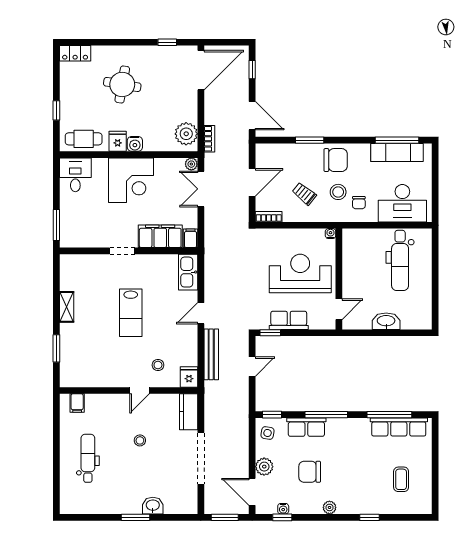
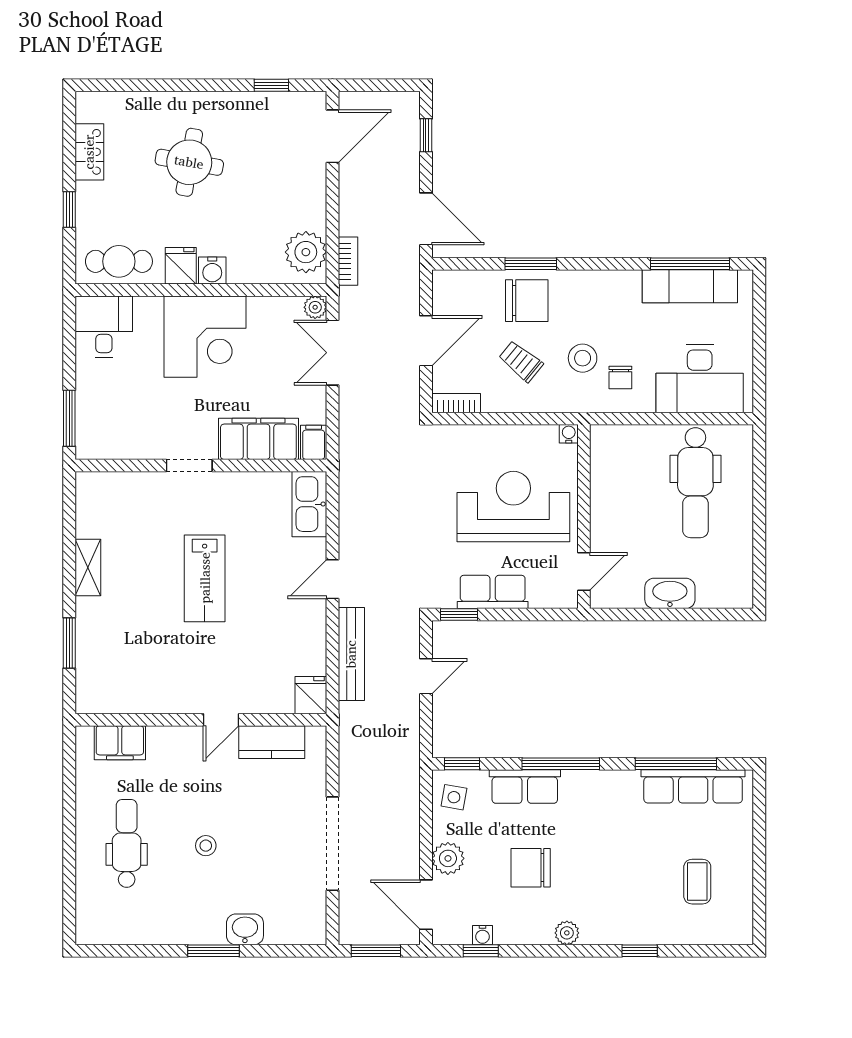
locker: (75, 53) -> (89, 152), moved, turned -90
door: (201, 70) -> (332, 136), width x0.73
chair: (336, 160) -> (527, 301), moved
stool: (158, 365) -> (254, 673), removed
filing cabinet: (77, 403) -> (120, 743), width x2.00
kitchen counter: (189, 412) -> (272, 742), moved, turned -90
stool: (140, 440) -> (206, 846), moved

